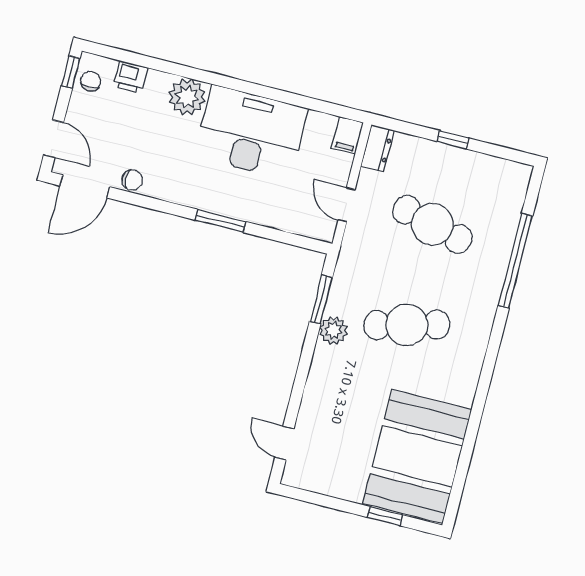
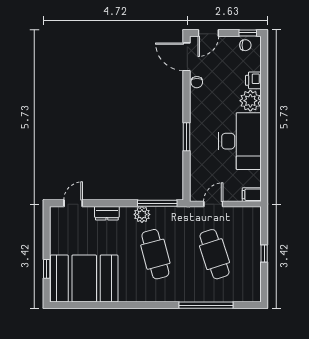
printer: (130, 77) -> (253, 80), moved
dresser: (378, 148) -> (107, 213), moved
cafe table: (432, 224) -> (215, 254), turned -33
window: (321, 299) -> (157, 203), width x1.44

